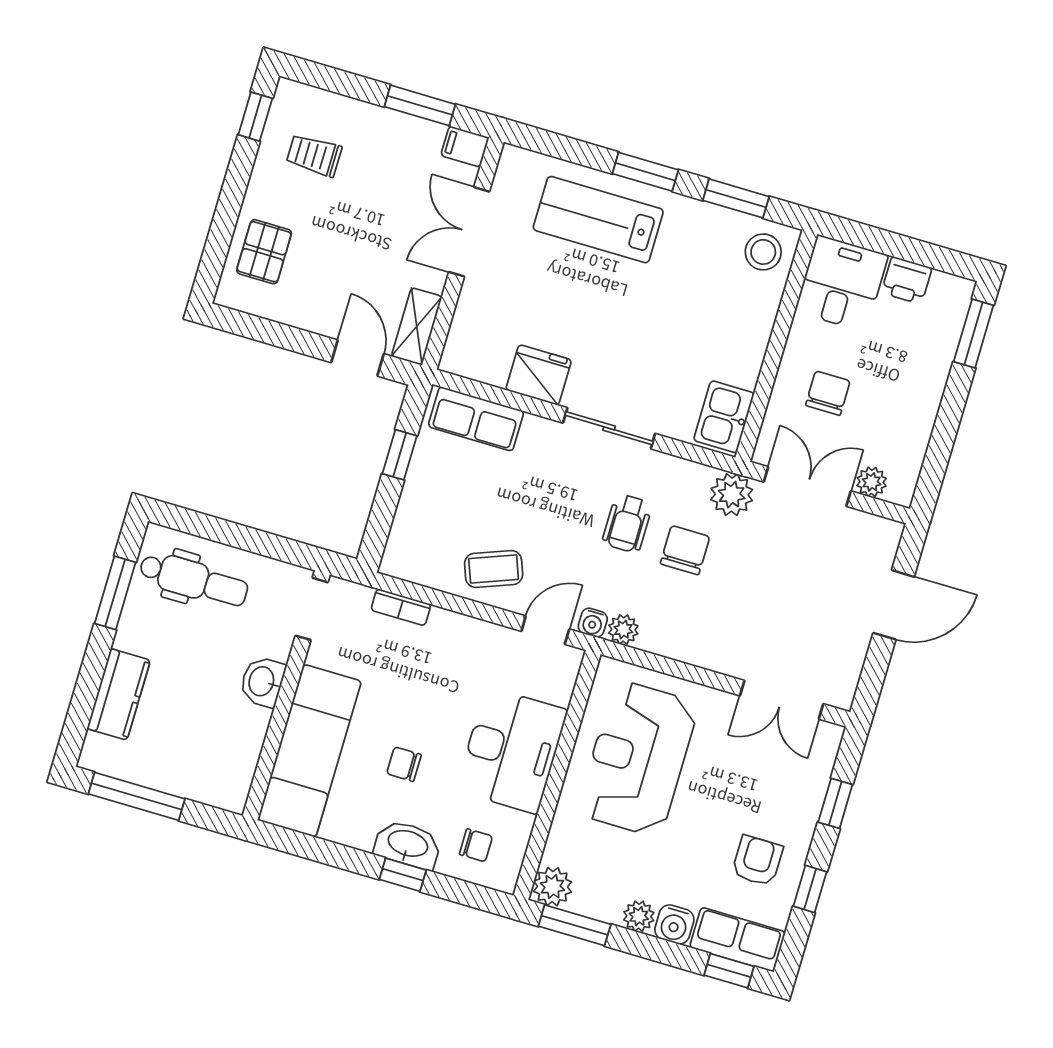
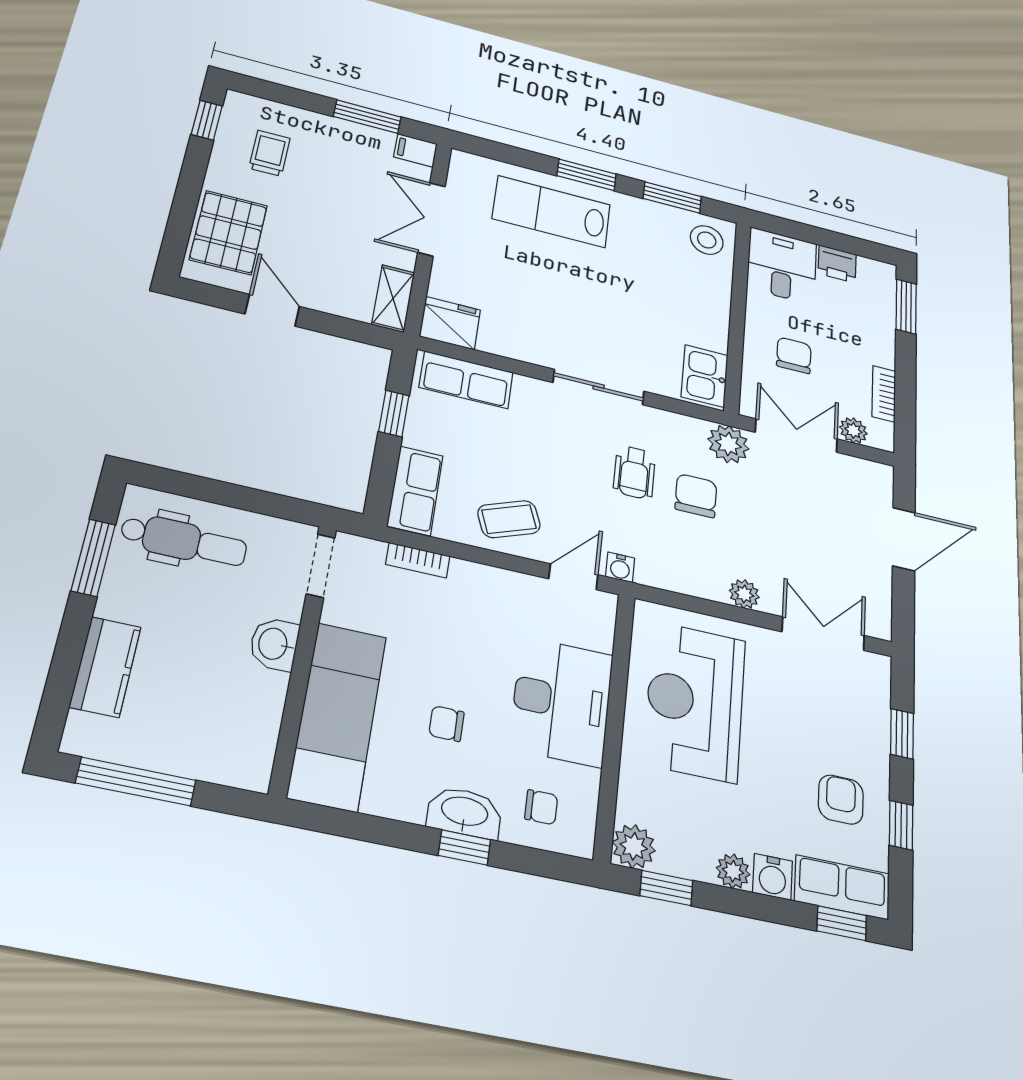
trolley: (314, 155) -> (270, 153), turned 90
pallet: (264, 252) -> (229, 233), width x1.50, depth x1.42
door: (358, 358) -> (272, 310), moved
fridge: (539, 375) -> (450, 323), moved
bookcase: (918, 440) -> (884, 394), added
row of seats: (409, 537) -> (415, 491), added
plant: (623, 630) -> (744, 594), moved
double door: (782, 700) -> (823, 634), swing flipped
window: (575, 925) -> (666, 888), width x0.67

